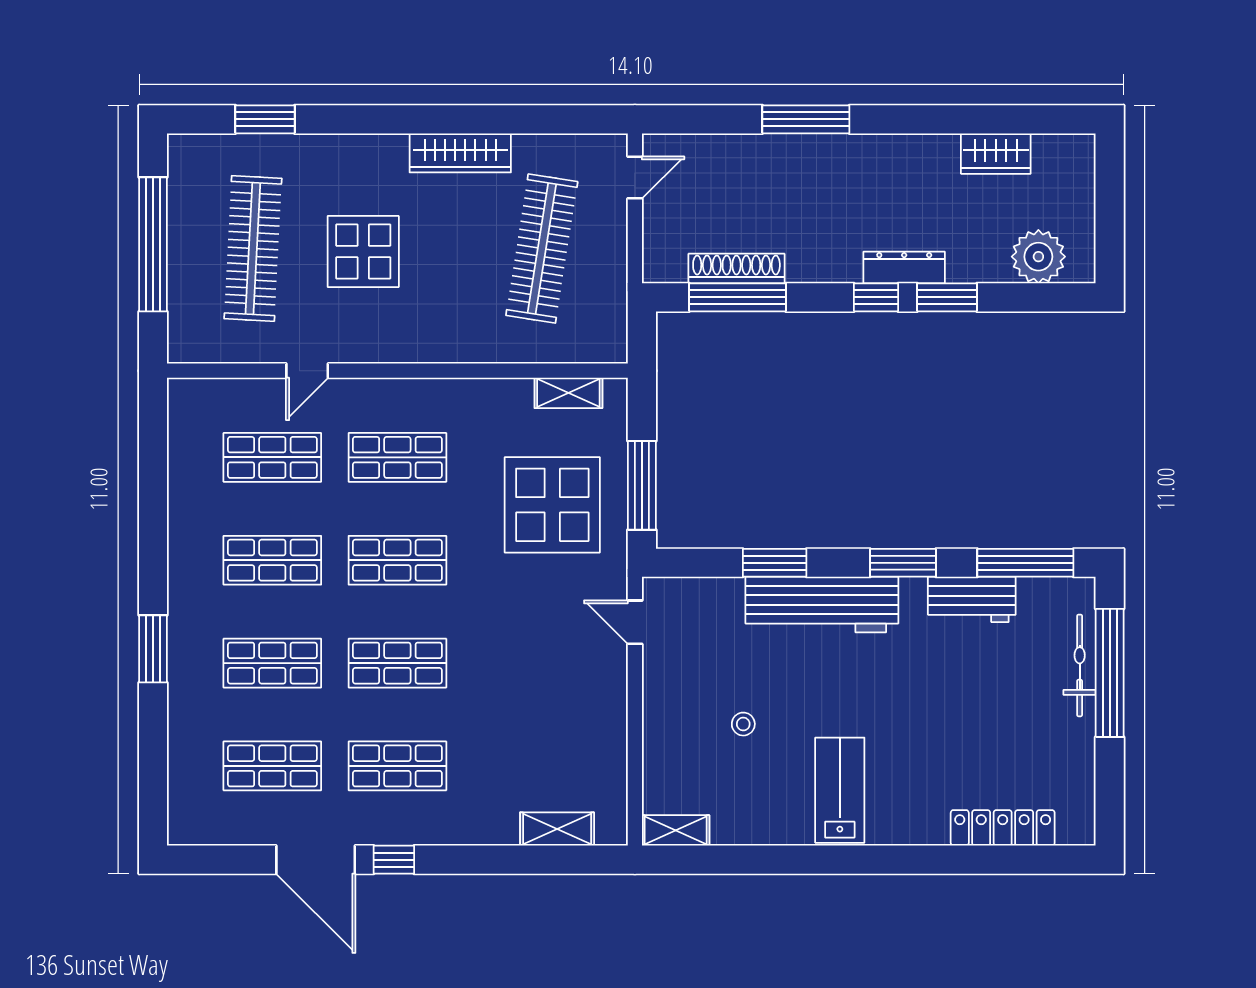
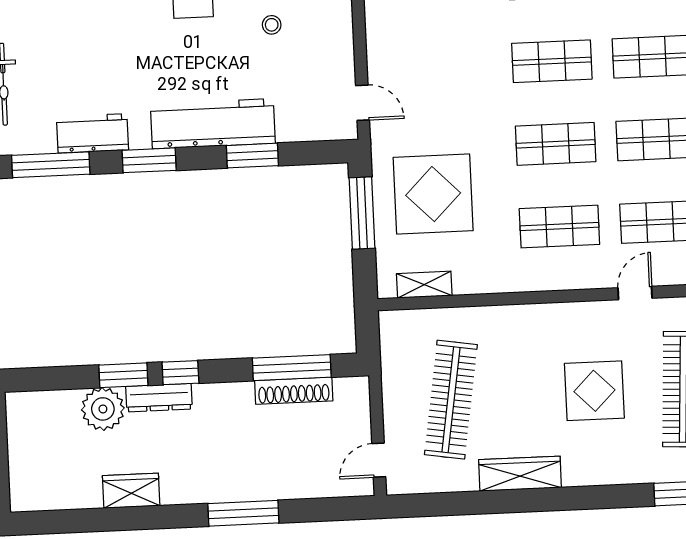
wardrobe: (996, 154) -> (131, 491), moved
plant: (1038, 257) -> (103, 409), moved

